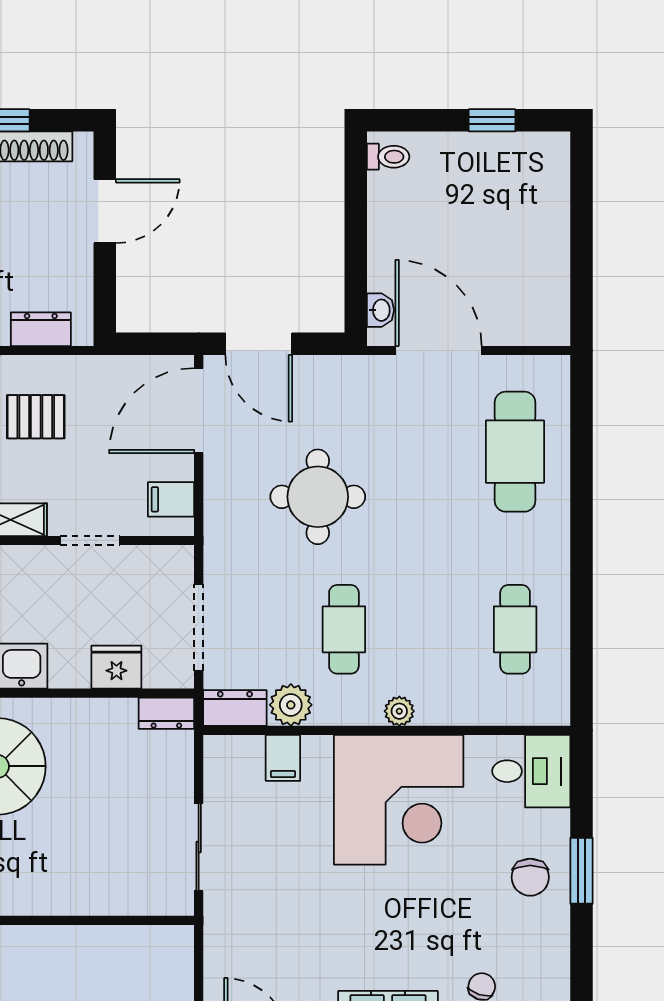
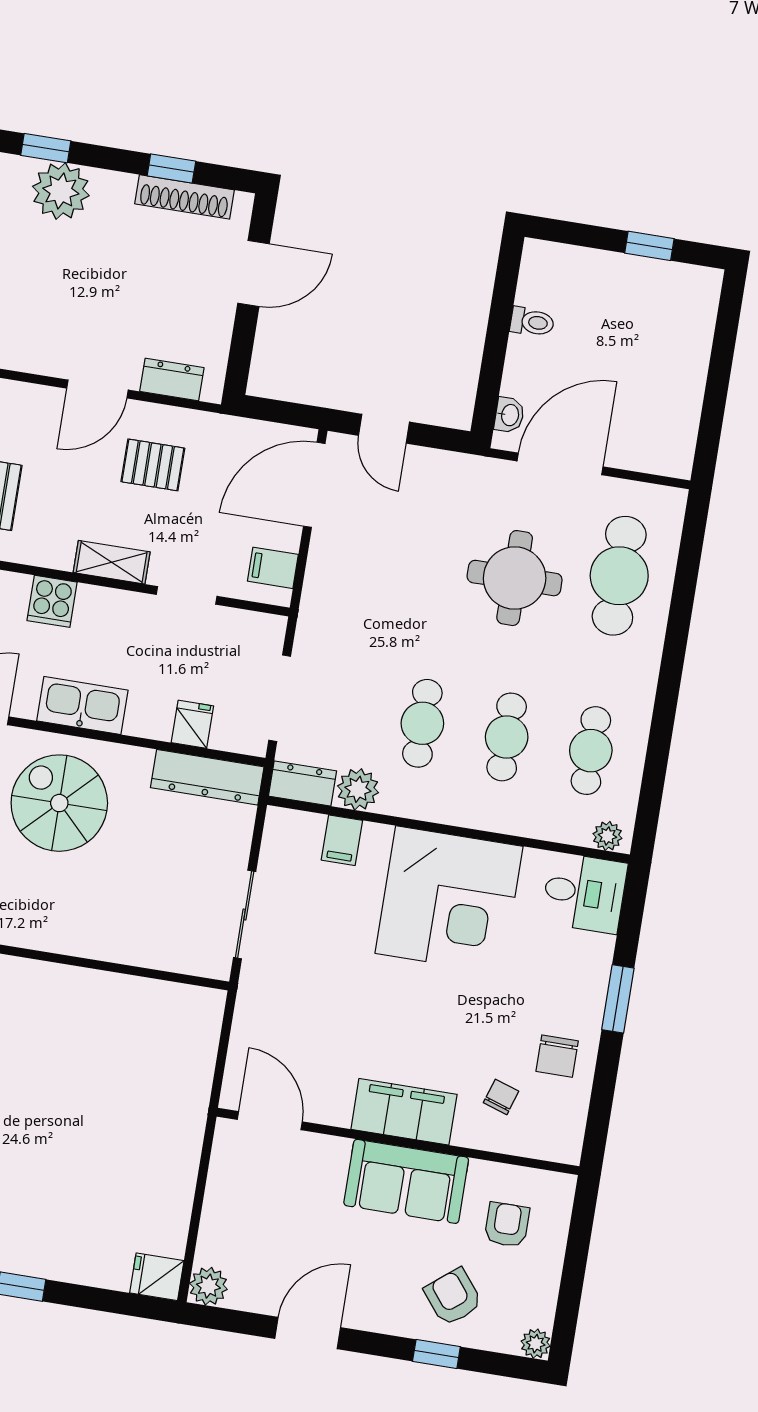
toilet: (388, 157) -> (532, 322), moved
door: (259, 344) -> (384, 429), width x0.73
door: (439, 351) -> (560, 464), hinge flipped
round table: (318, 497) -> (515, 578), moved
cafe table: (429, 629) -> (507, 737), added
fridge: (116, 667) -> (192, 724), width x0.72
plant: (399, 711) -> (607, 836), moved
dresser: (166, 713) -> (207, 777), width x1.96, depth x1.24
chair: (530, 877) -> (557, 1056), moved

